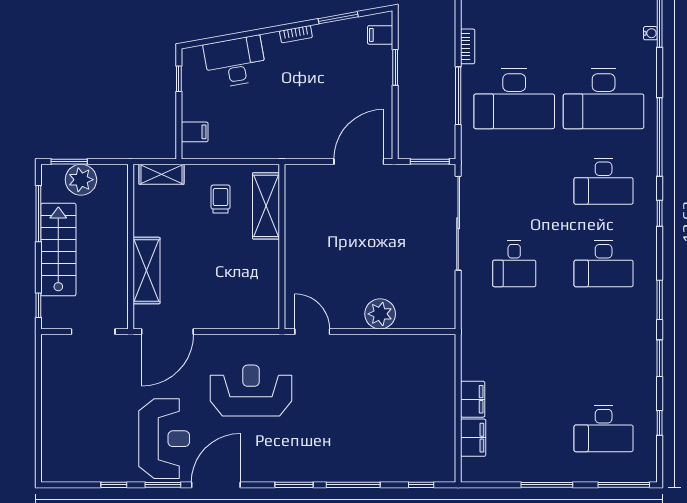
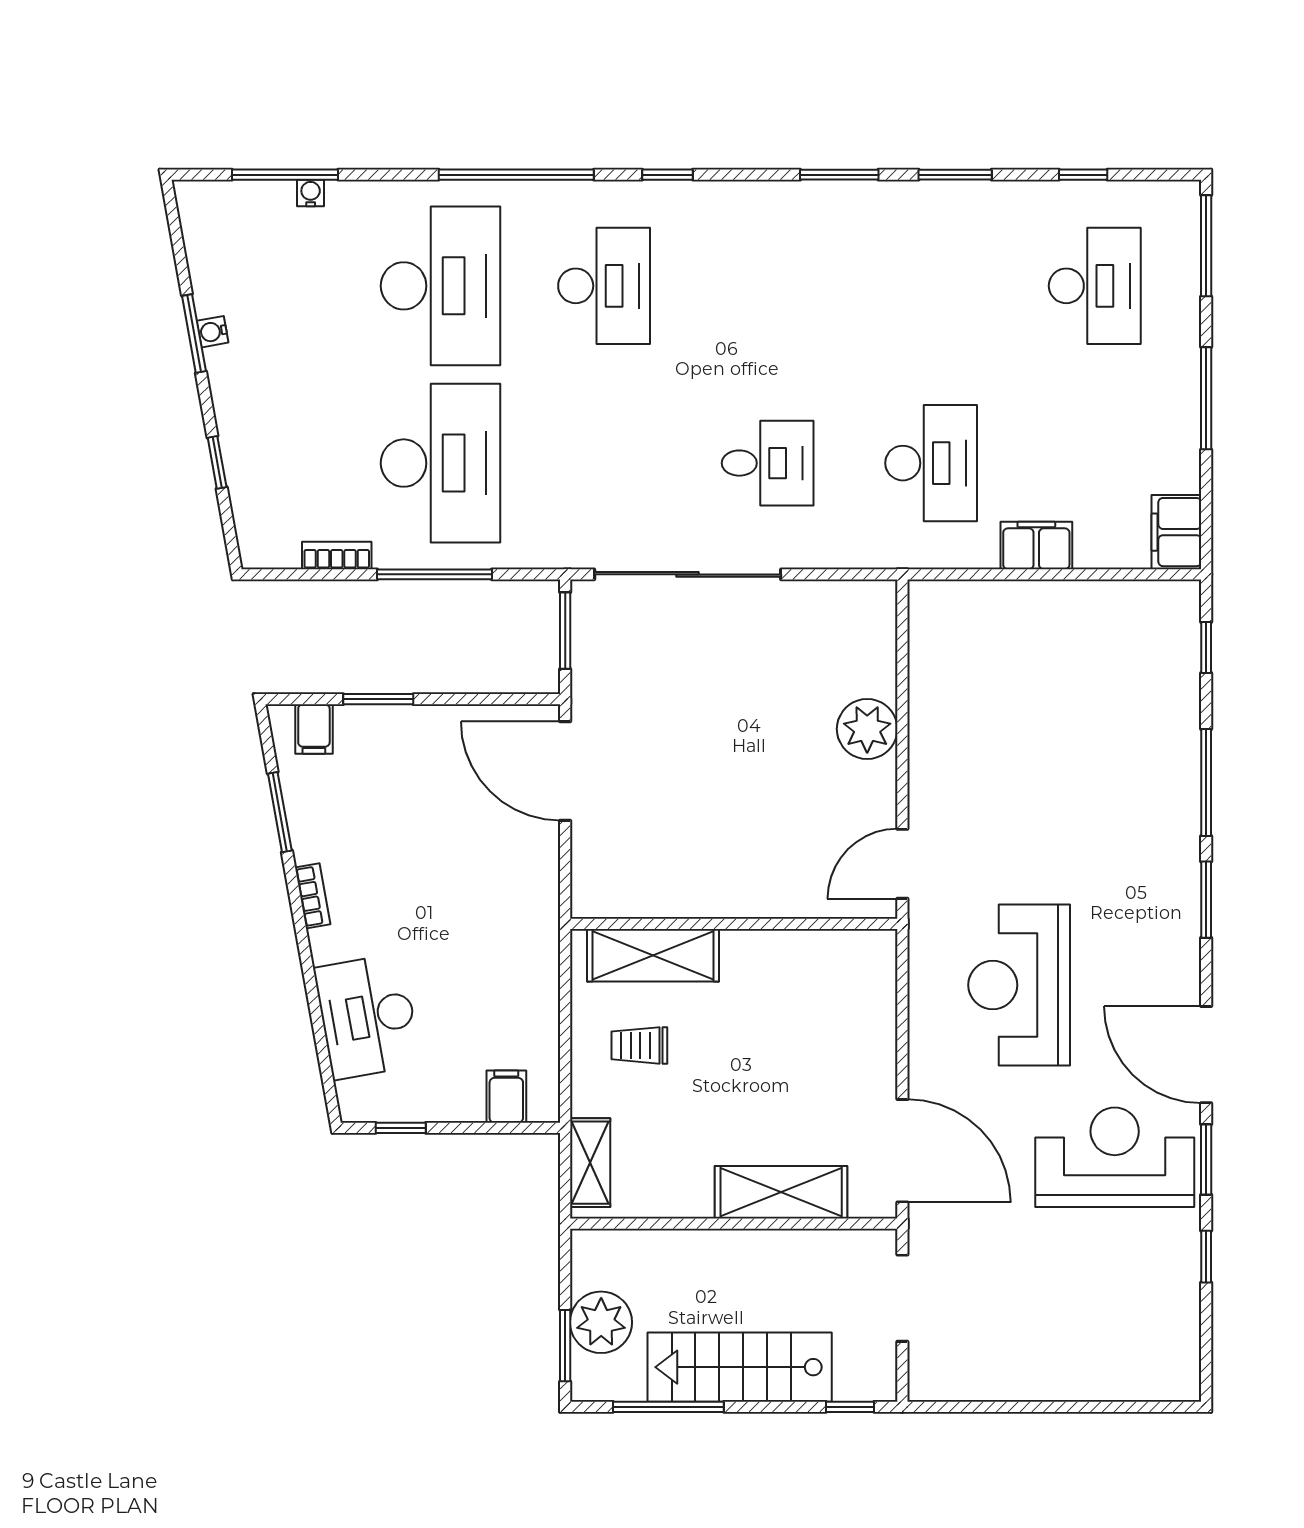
desk: (604, 264) -> (931, 463), moved
filing cabinet: (473, 438) -> (1176, 532), moved, turned -90

